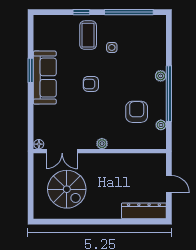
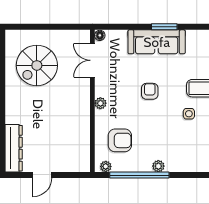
floor lamp: (39, 144) -> (100, 35), moved
plant: (102, 144) -> (100, 103), moved
double door: (62, 151) -> (92, 60), moved
wall: (100, 151) -> (92, 101), moved

